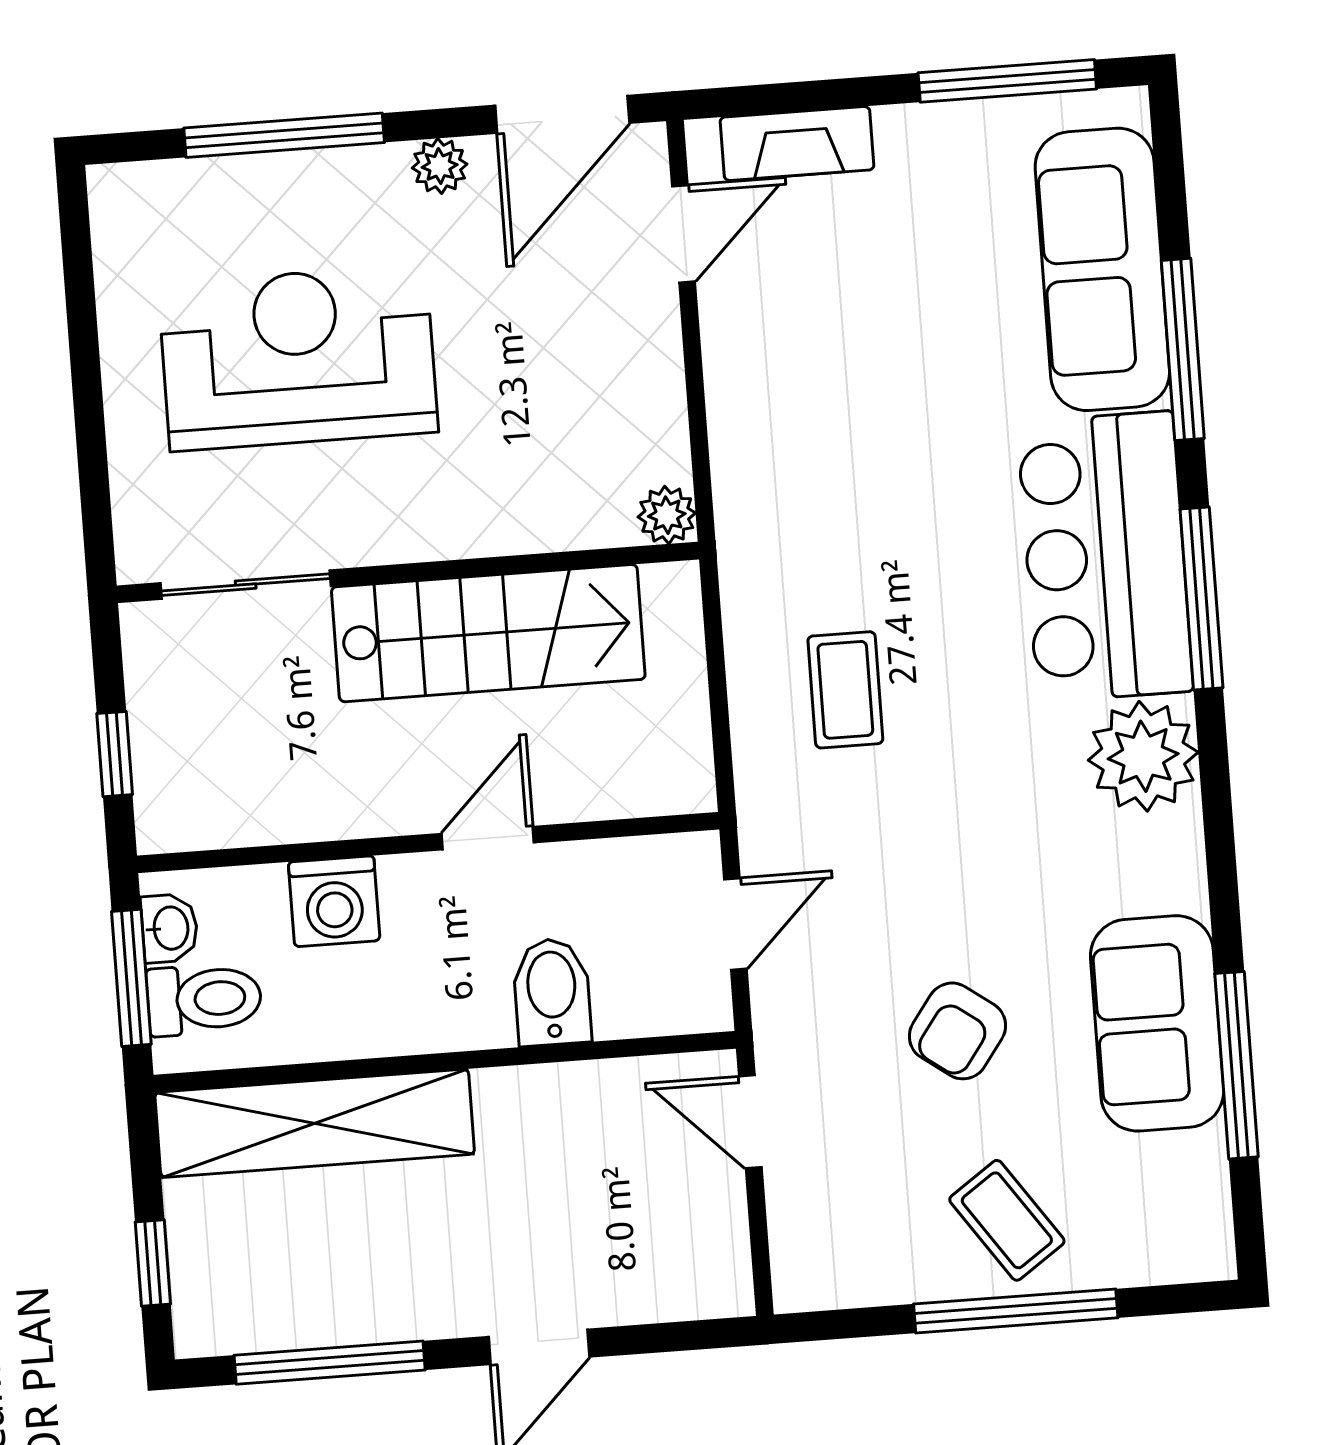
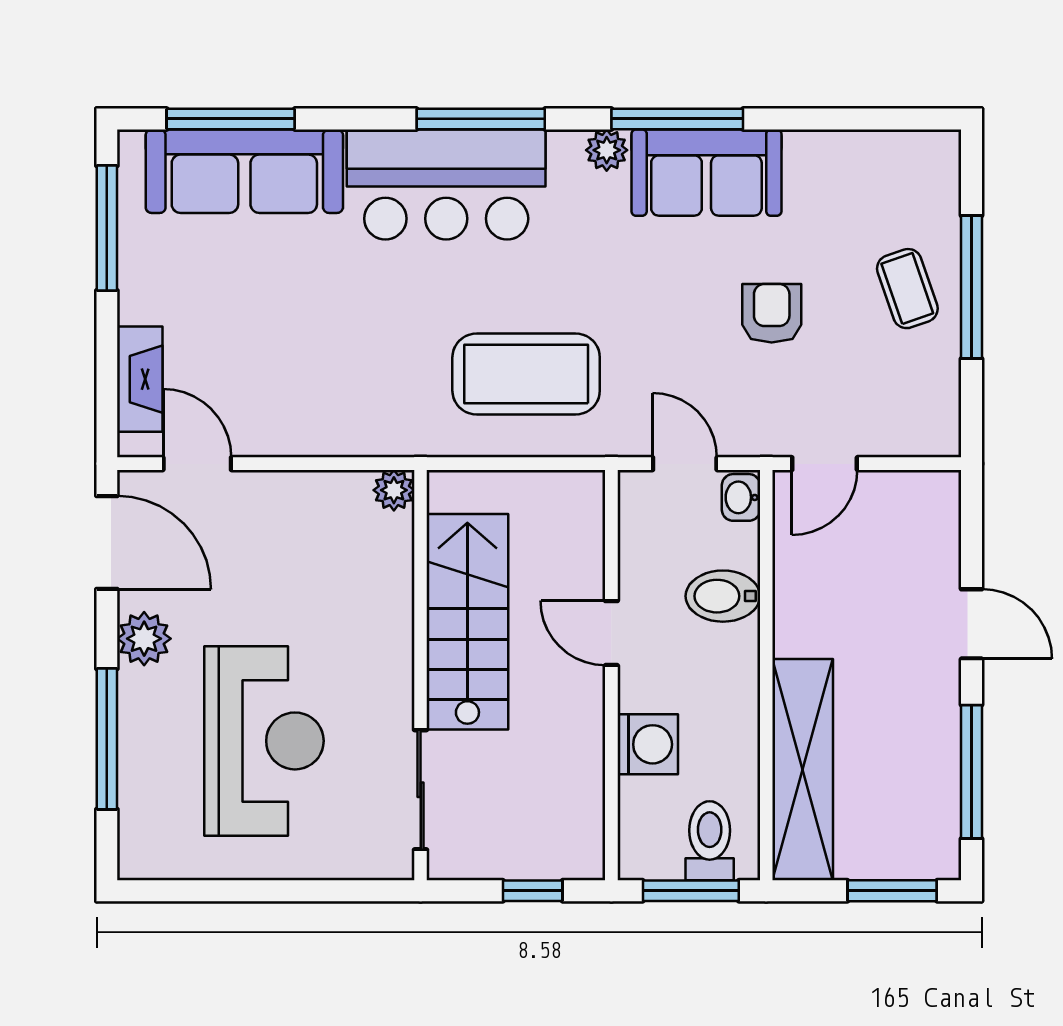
plant: (440, 166) -> (144, 639), width x1.38, depth x1.38
window: (1183, 349) -> (231, 119), moved
reception desk: (298, 358) -> (264, 741), turned 180
coffee table: (845, 690) -> (526, 374), width x1.86, depth x1.72
plant: (1143, 756) -> (607, 150), width x0.53, depth x0.53
washbasin: (169, 928) -> (741, 497), moved, turned -90
sofa: (1157, 1023) -> (706, 173), moved
armchair: (957, 1031) -> (772, 313), turned -126
window: (1237, 1065) -> (677, 119), moved
coffee table: (1007, 1220) -> (907, 289), turned -74
window: (153, 1263) -> (892, 891), width x1.50

